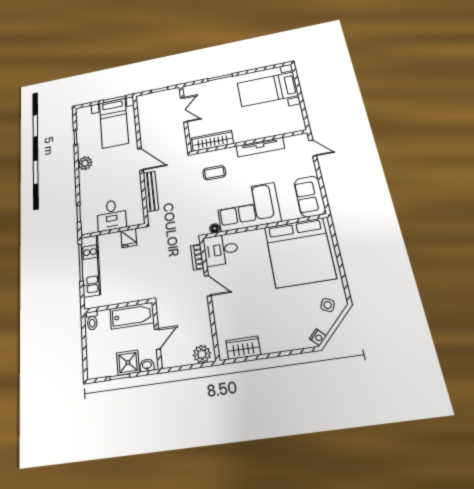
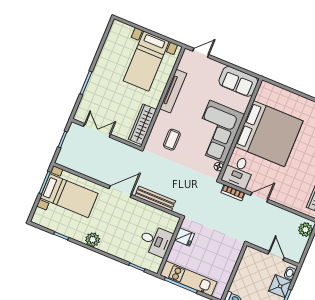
bed with nightstands: (268, 89) -> (146, 61), moved
bed: (300, 252) -> (269, 134), moved
bathtub: (132, 316) -> (248, 266), removed

